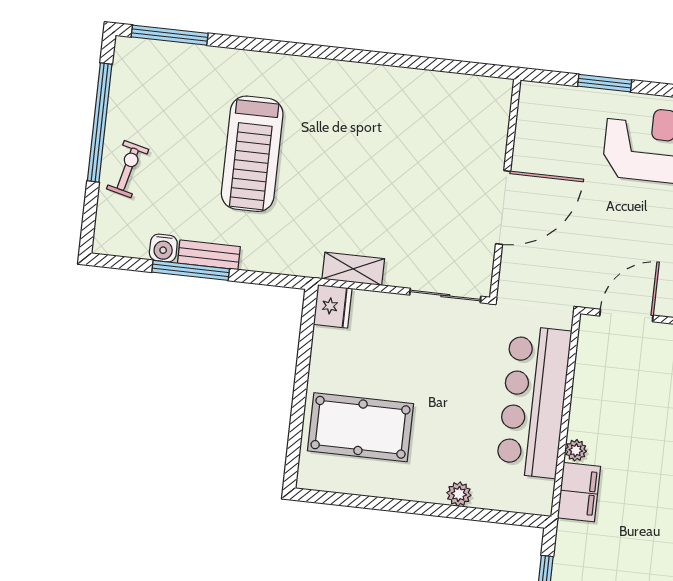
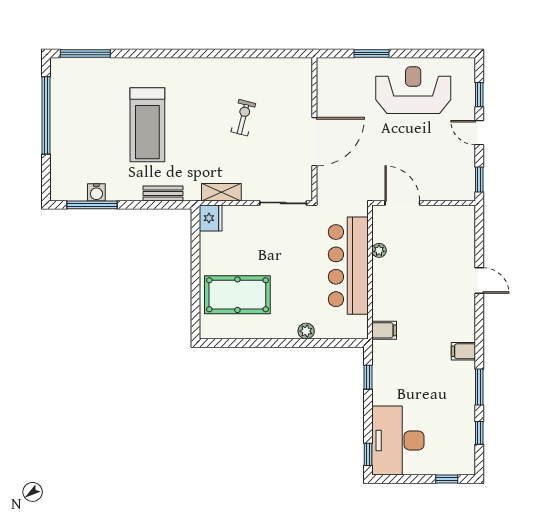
exercise bike: (128, 169) -> (243, 118), moved
bench: (209, 255) -> (163, 194), moved
window: (191, 270) -> (92, 205), moved
door: (626, 316) -> (402, 203), hinge flipped
plant: (576, 450) -> (379, 250), moved
filing cabinet: (579, 492) -> (384, 330), width x0.50

